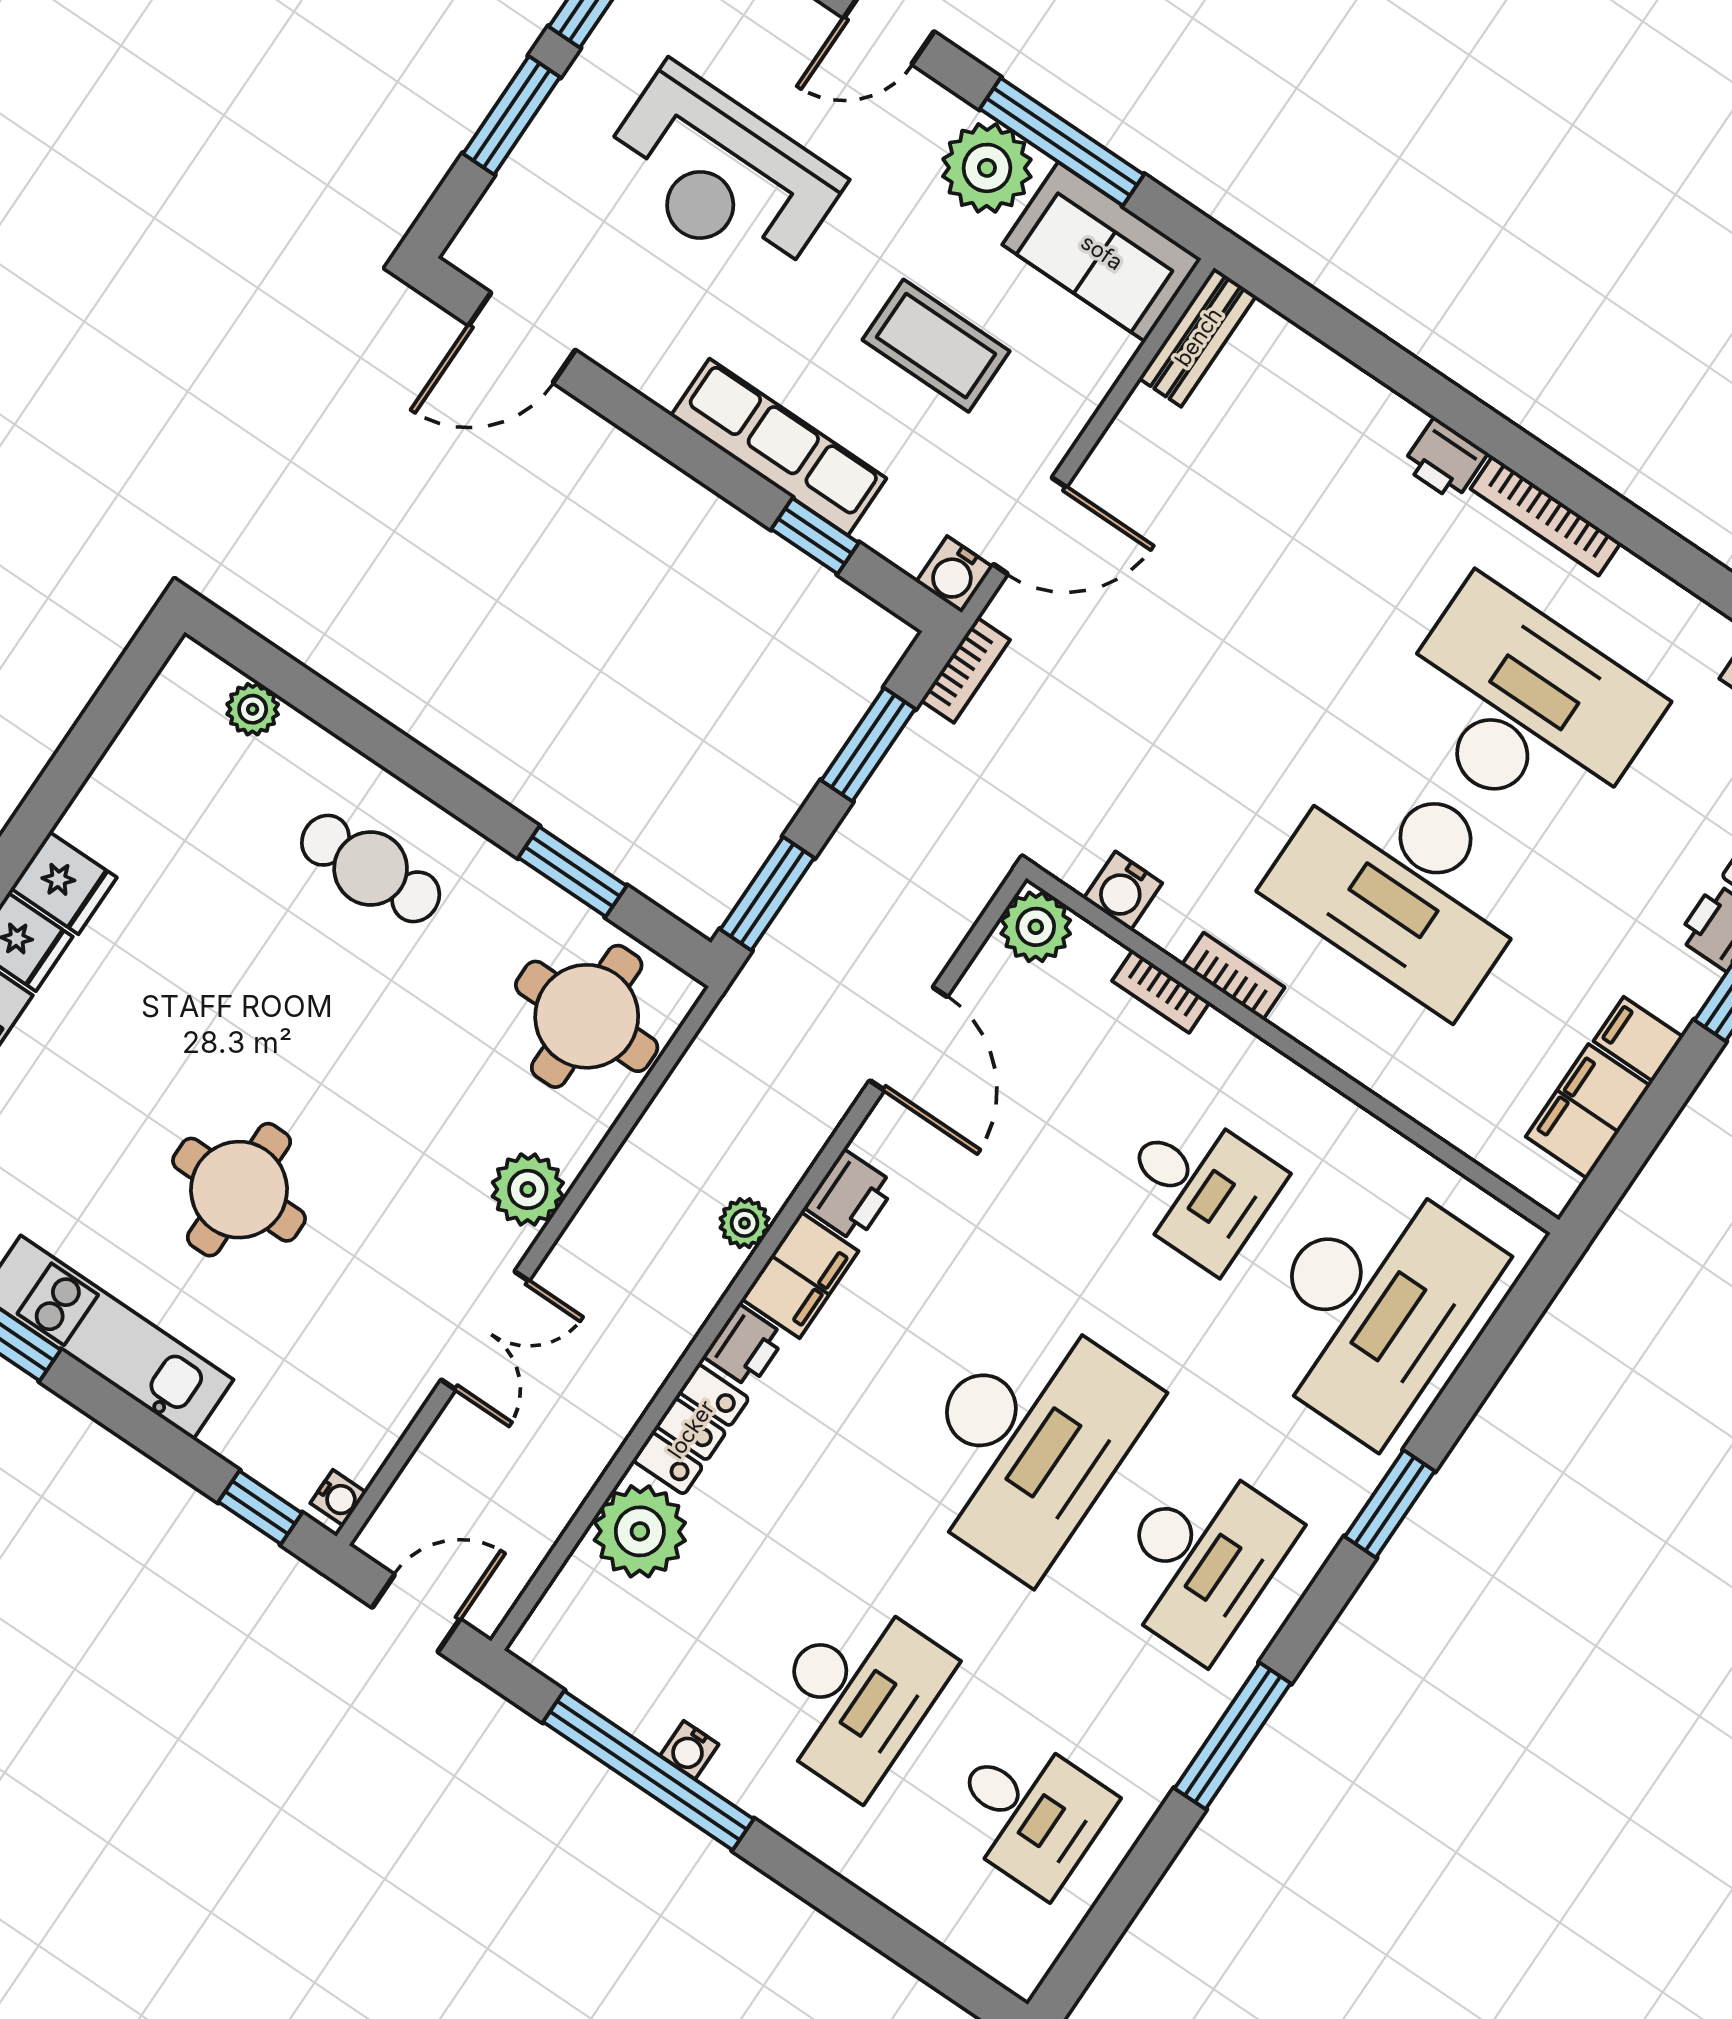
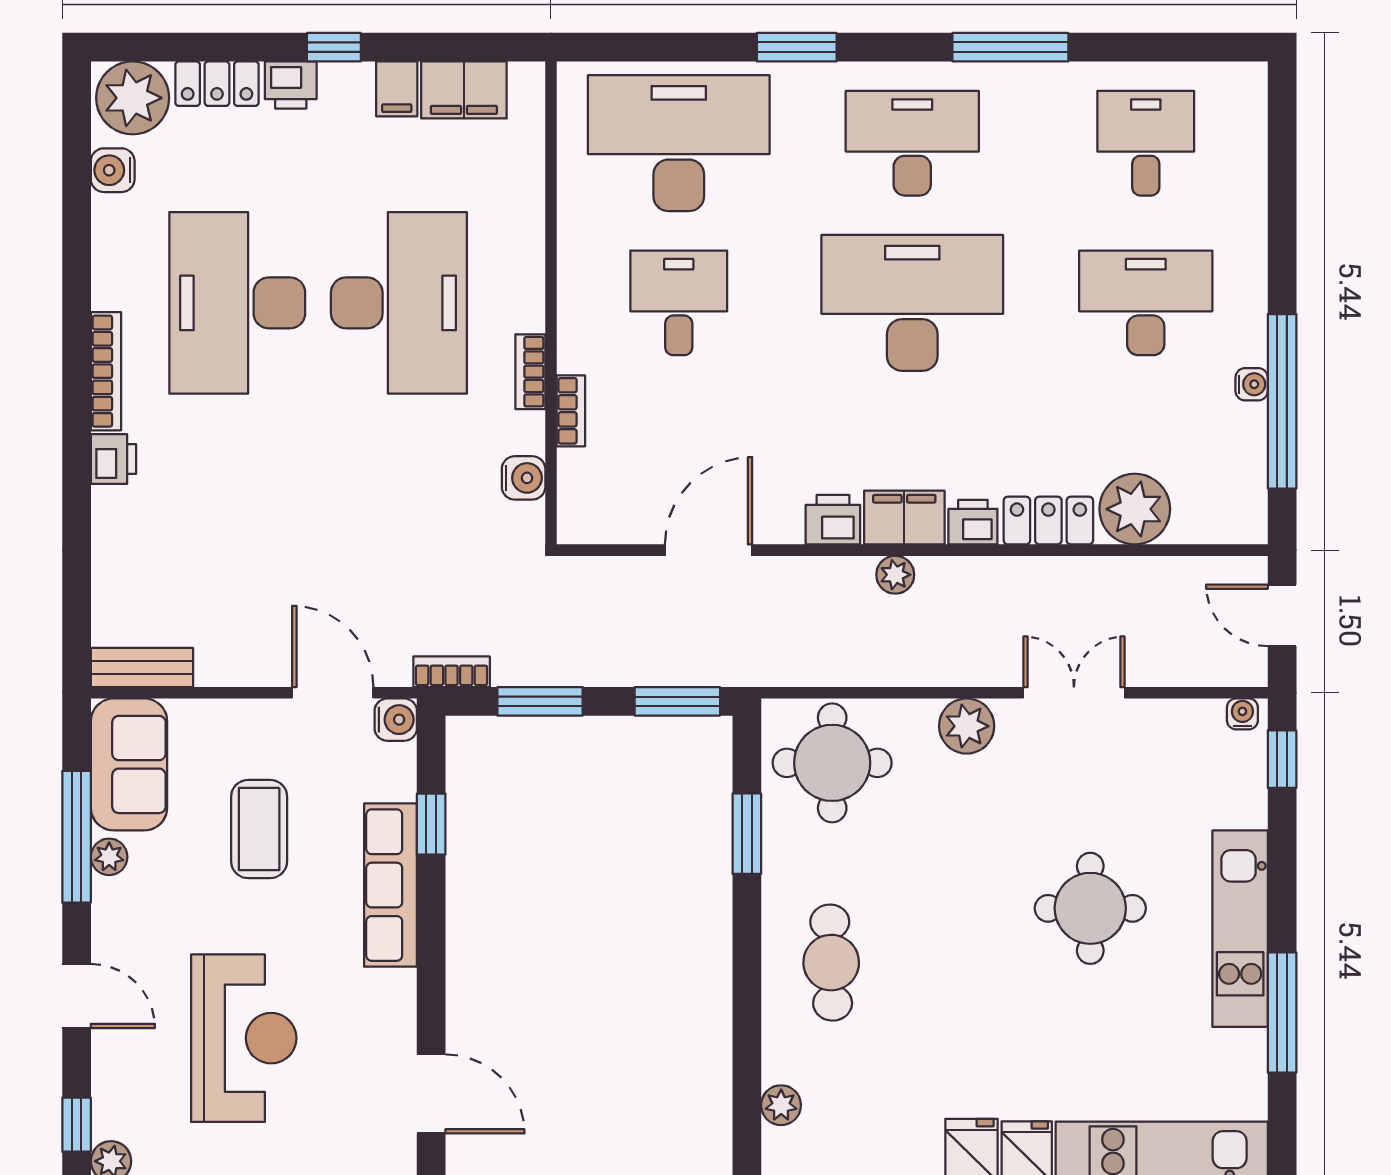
plant: (987, 168) -> (109, 857), width x0.53, depth x0.53
plant: (1036, 927) -> (584, 517), removed

